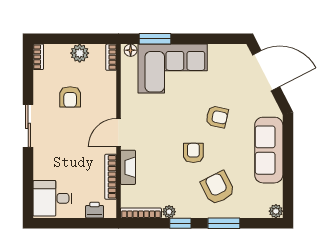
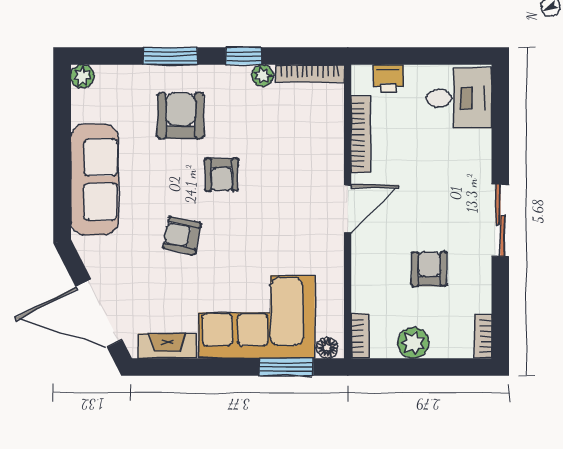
fireplace: (128, 167) -> (167, 346), moved, turned 90
armchair: (218, 188) -> (180, 116), turned -153

